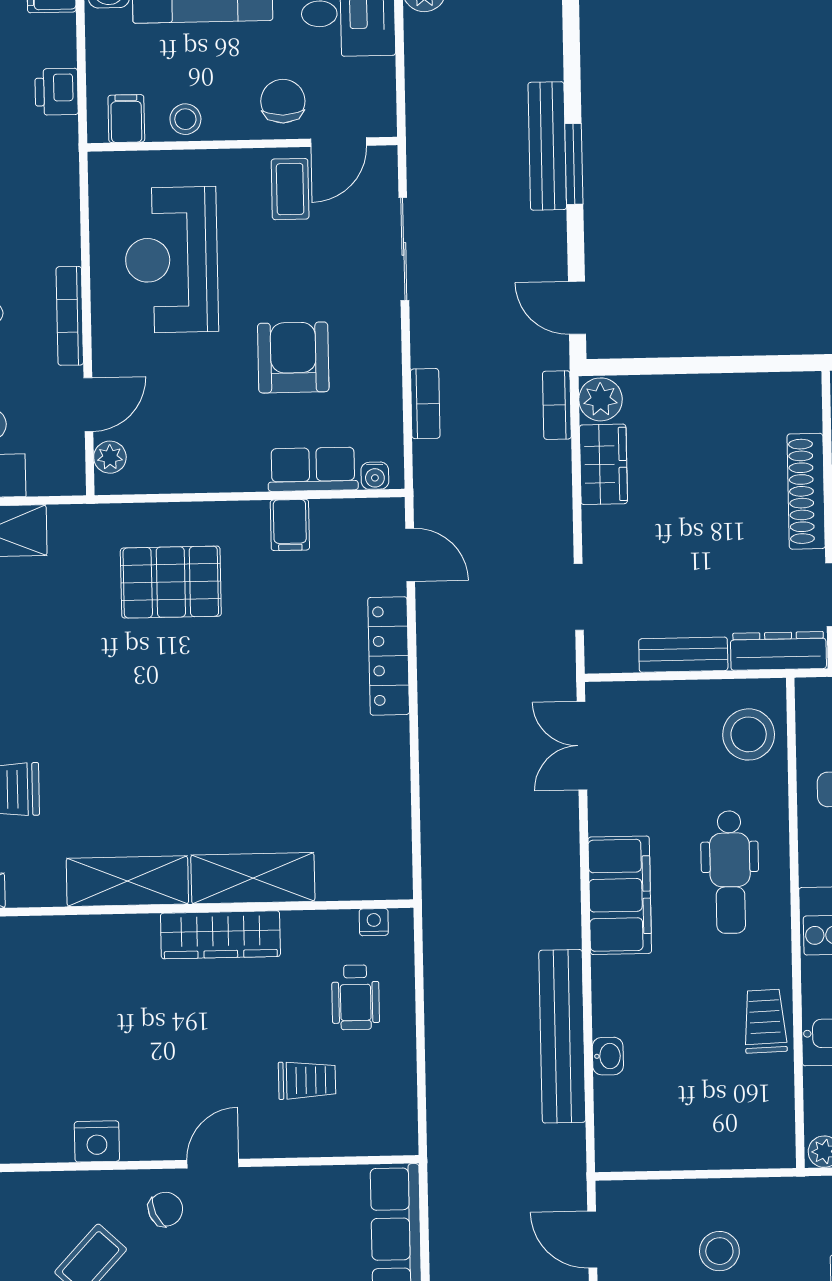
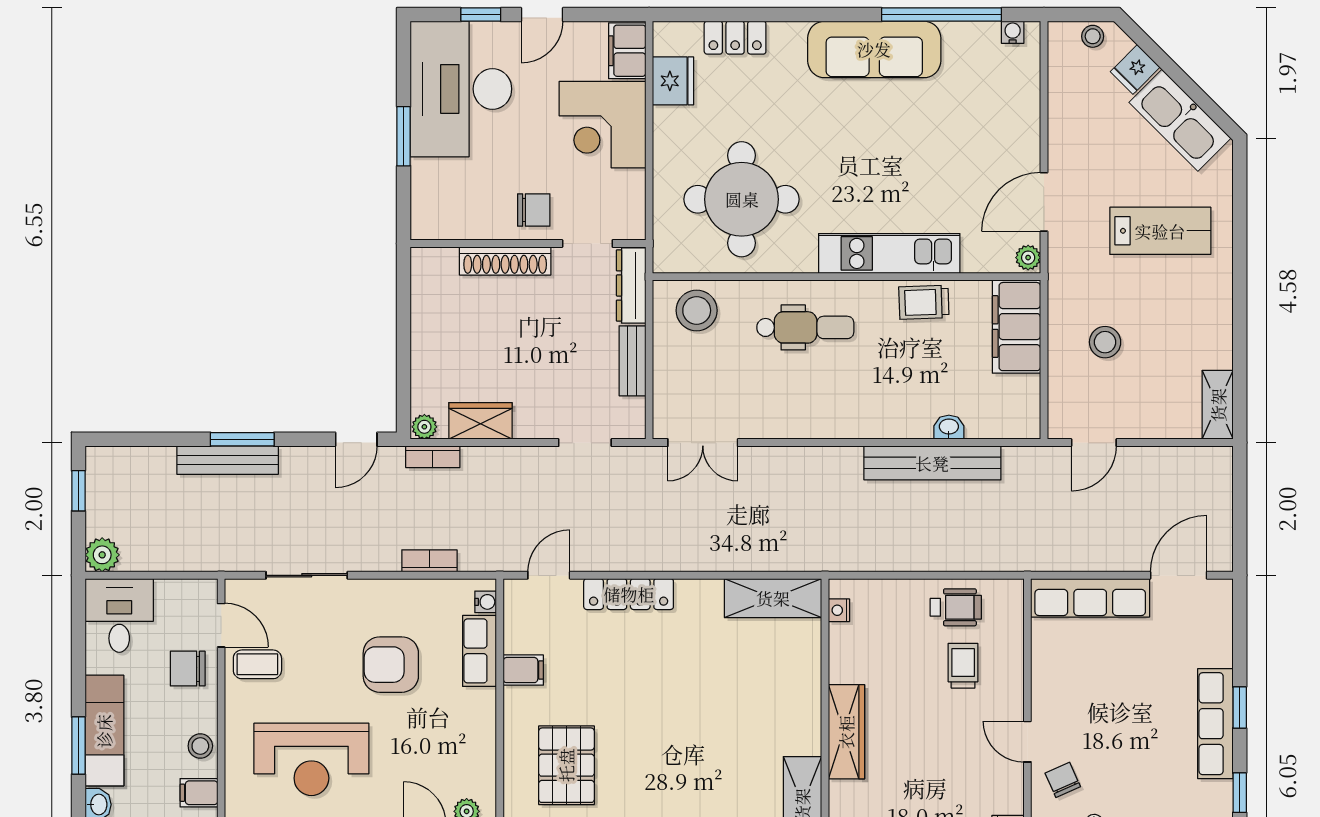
plant: (601, 399) -> (424, 427), width x0.73, depth x0.73
shelving: (253, 878) -> (773, 598), moved, turned 90
filing cabinet: (620, 895) -> (1016, 327), moved, turned -90
wheelchair: (356, 997) -> (956, 607), moved

